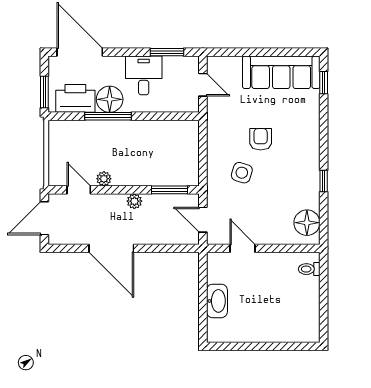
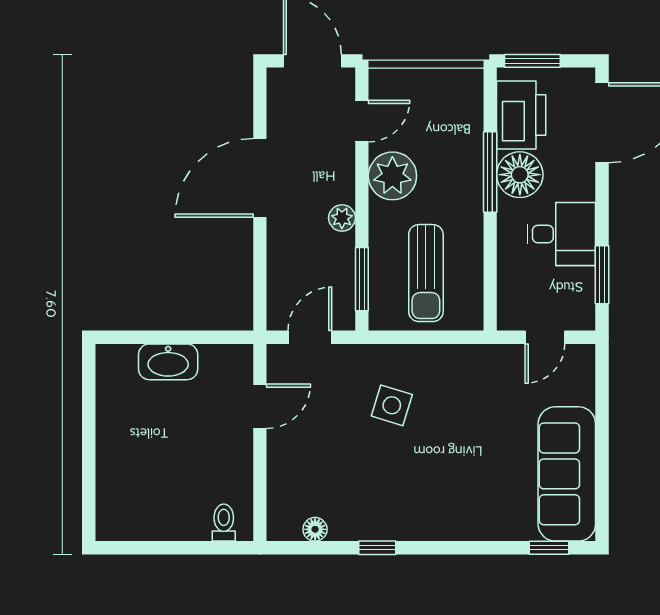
armchair: (261, 139) -> (450, 438), removed
sun lounger: (166, 153) -> (426, 273), added
plant: (104, 179) -> (392, 176), width x1.87, depth x1.87
floor lamp: (307, 223) -> (315, 529), width x0.53, depth x0.53

